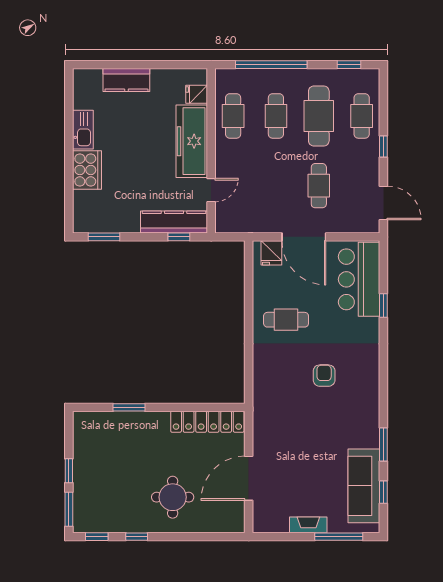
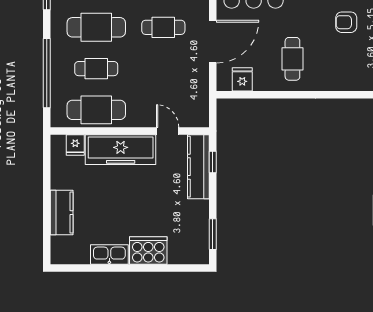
cafe table: (233, 116) -> (96, 110), width x1.37, depth x1.35
fridge: (271, 253) -> (242, 79), moved, turned -90

